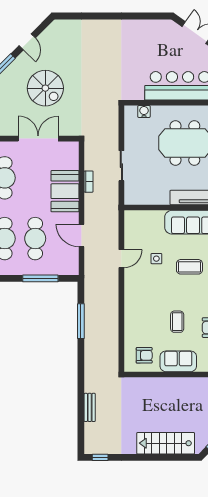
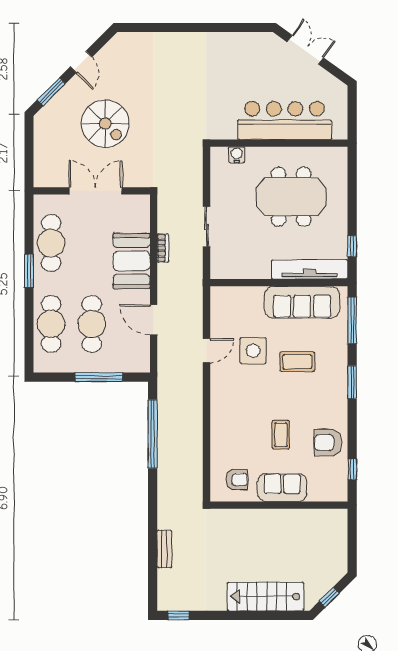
side table: (156, 259) -> (253, 351), width x1.87, depth x1.87
window: (81, 321) -> (153, 434), width x1.46

